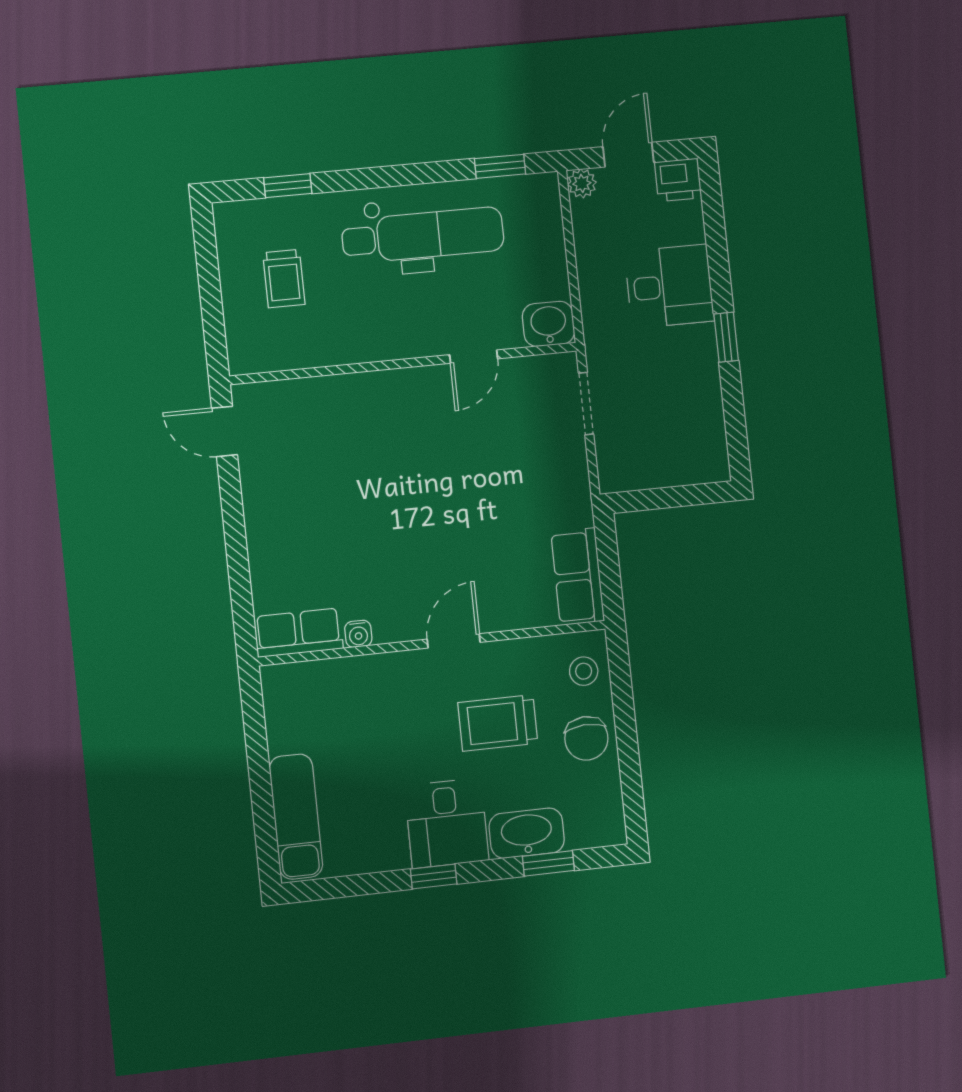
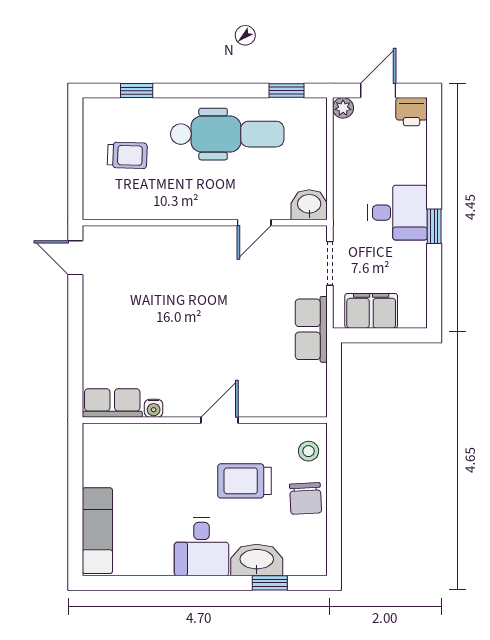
trolley: (284, 279) -> (127, 155), turned -88
desk: (669, 286) -> (398, 213), moved
filing cabinet: (651, 464) -> (371, 311), added
row of seats: (578, 577) -> (311, 329), moved
window: (434, 876) -> (189, 583), removed

